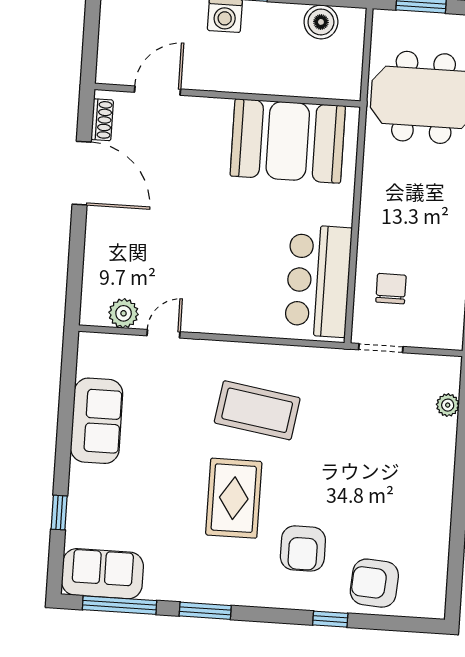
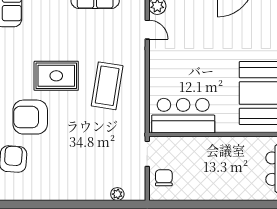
chair: (391, 289) -> (164, 178), moved, turned -90
armchair: (303, 548) -> (30, 117), width x1.36, depth x1.36

